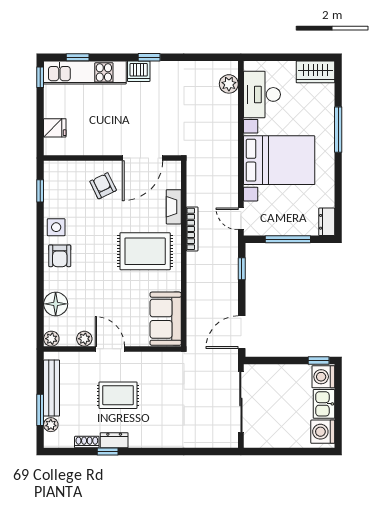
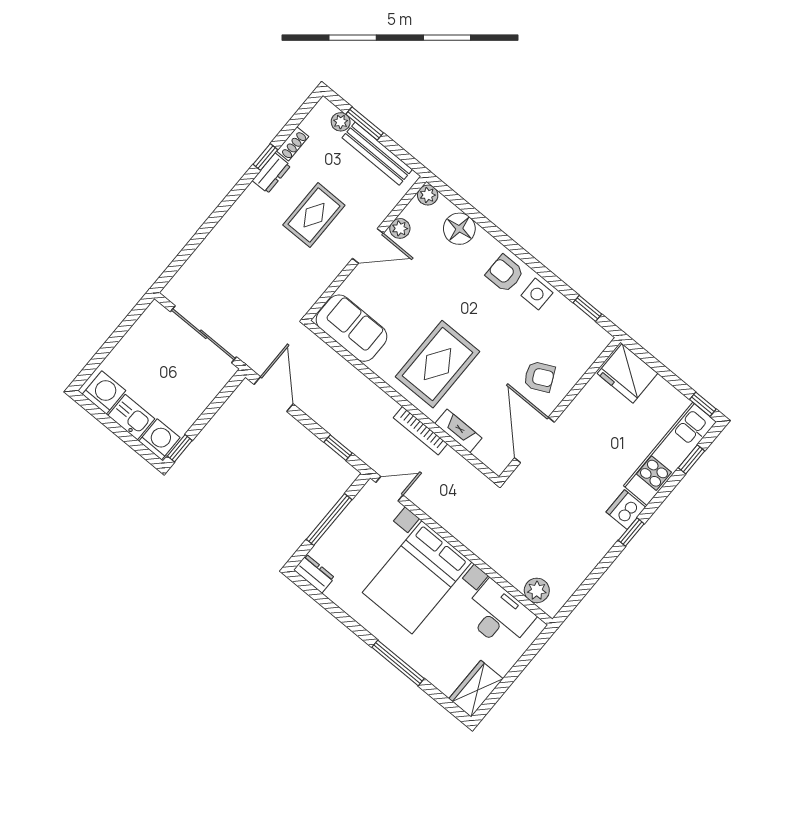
fridge: (55, 128) -> (627, 373), width x1.88, depth x1.34

